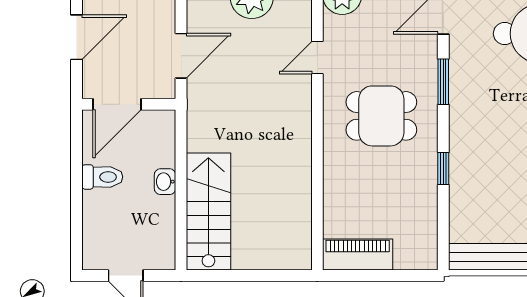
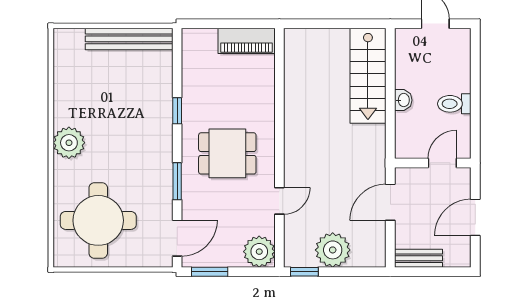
door: (117, 104) -> (442, 163), width x0.73

